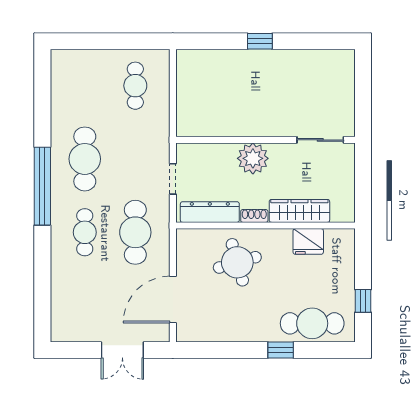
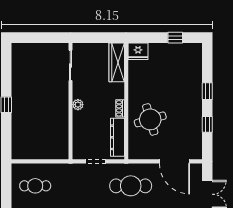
plant: (253, 158) -> (78, 105), width x0.53, depth x0.53
wardrobe: (299, 211) -> (117, 62), moved
fridge: (308, 241) -> (138, 51), moved, turned 90
cafe table: (312, 323) -> (190, 71), removed
window: (230, 350) -> (207, 124), added

